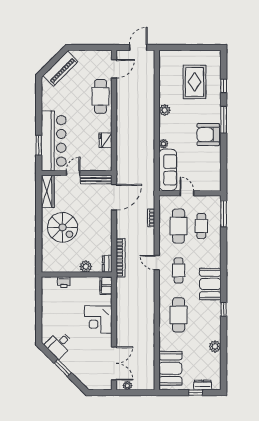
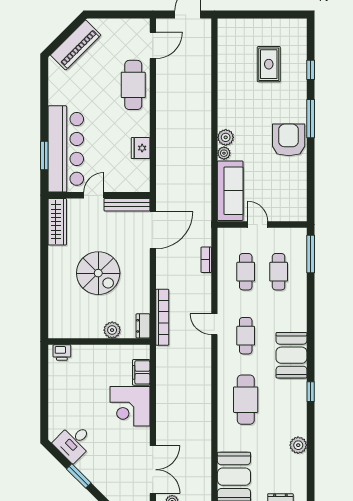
rug: (195, 82) -> (269, 64), width x0.73, depth x0.70
plant: (165, 110) -> (226, 137), moved
armchair: (208, 135) -> (289, 140), turned 90
cafe table: (179, 226) -> (246, 272), width x0.73, depth x0.74
spiral stairs: (63, 227) -> (98, 273), moved
printer: (64, 282) -> (62, 352), moved
filing cabinet: (106, 286) -> (141, 372), moved

